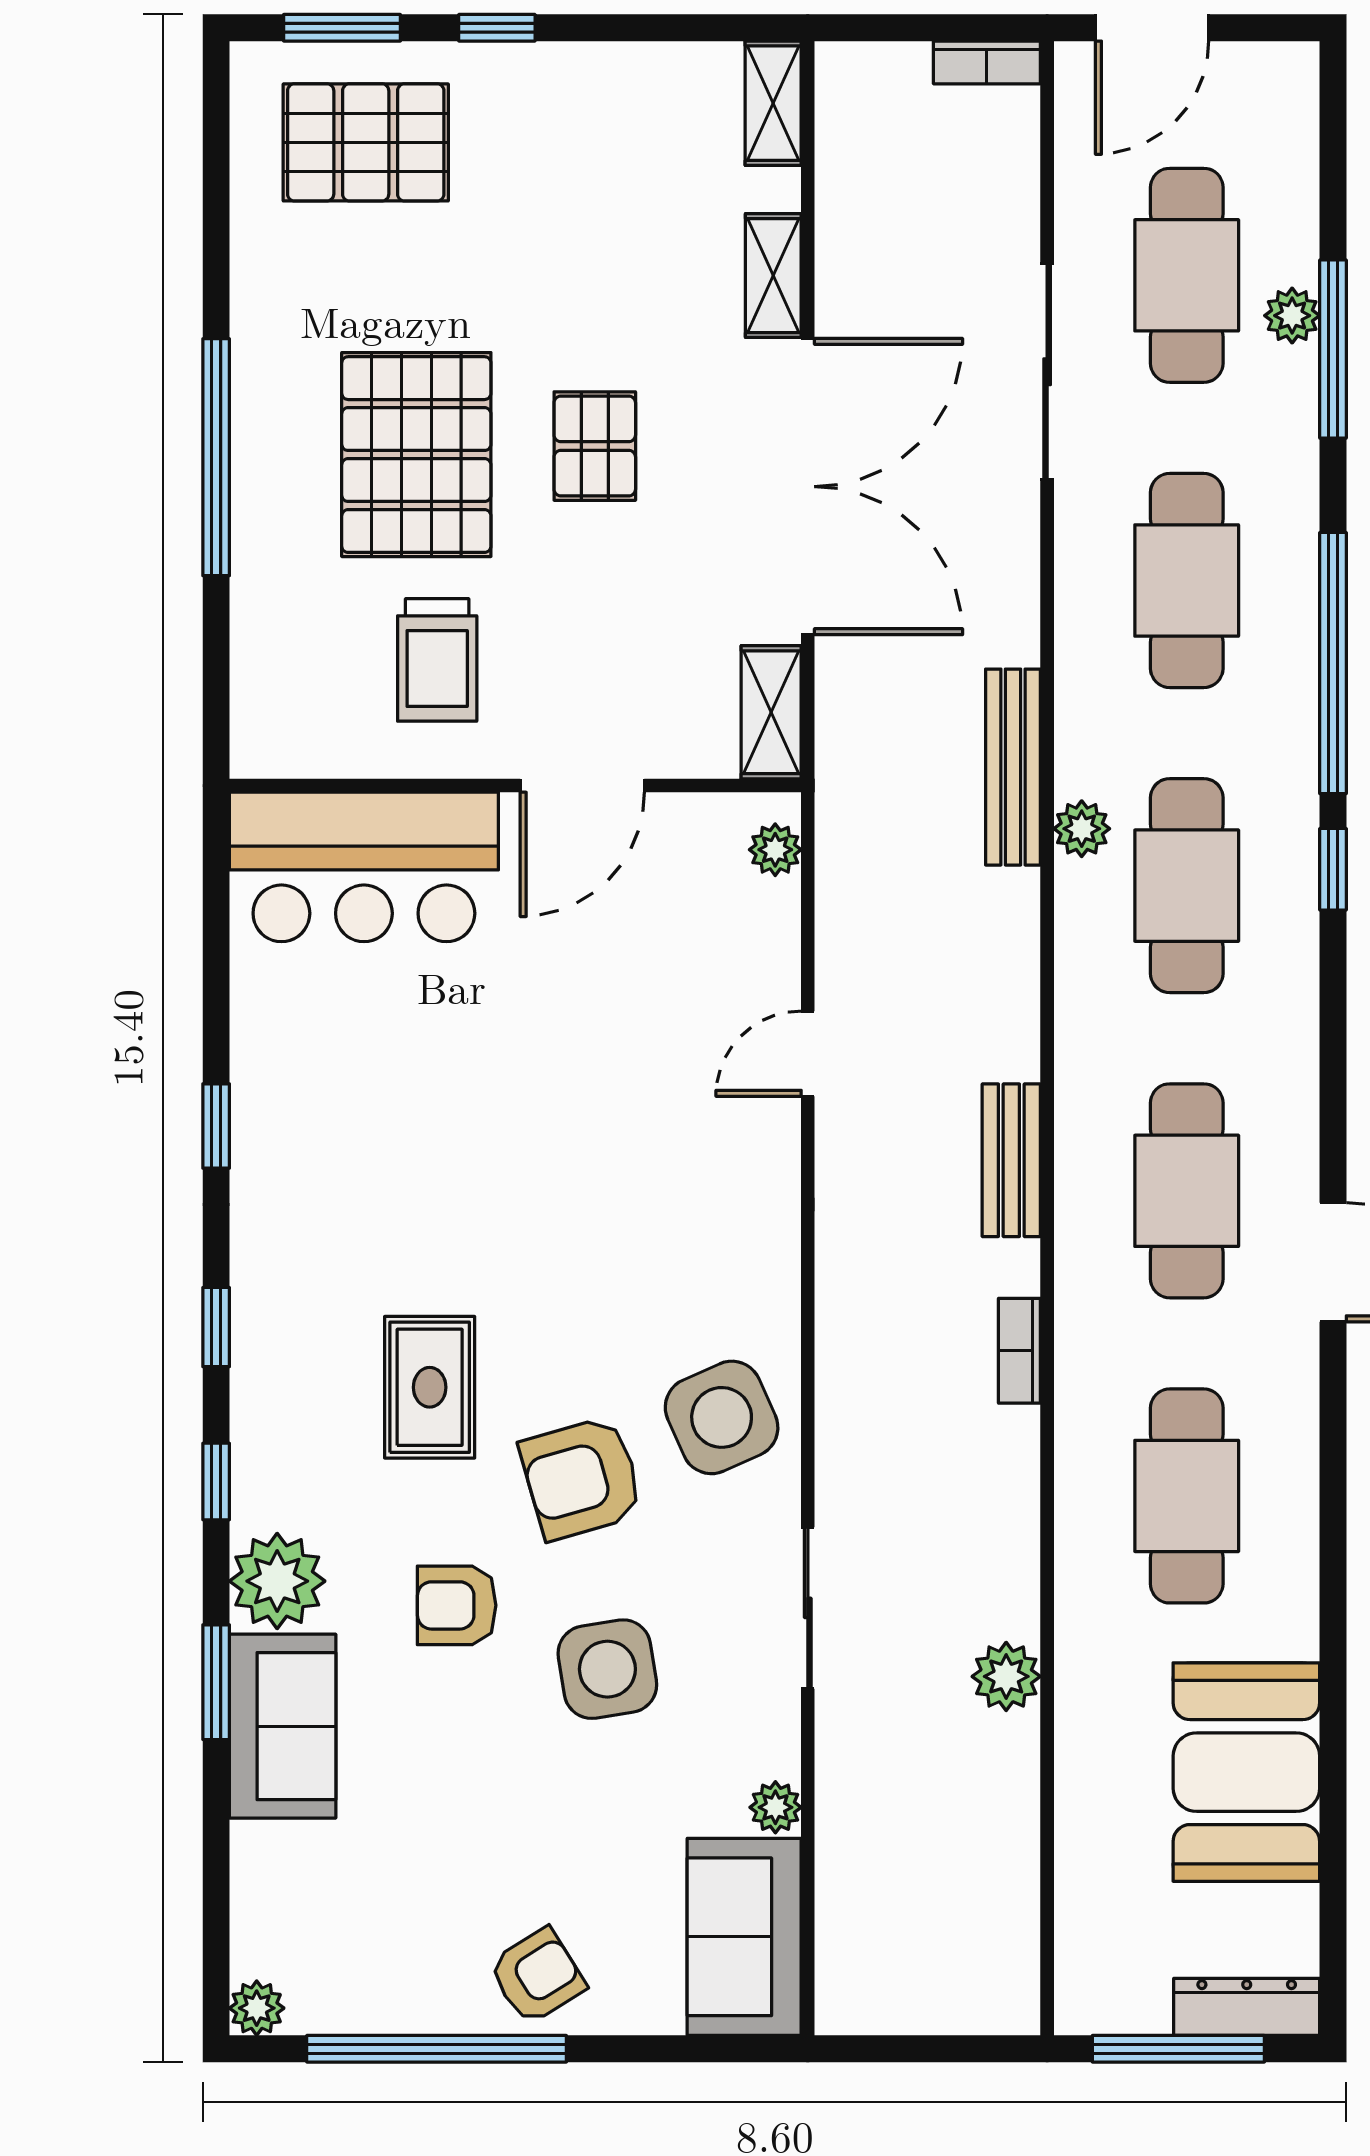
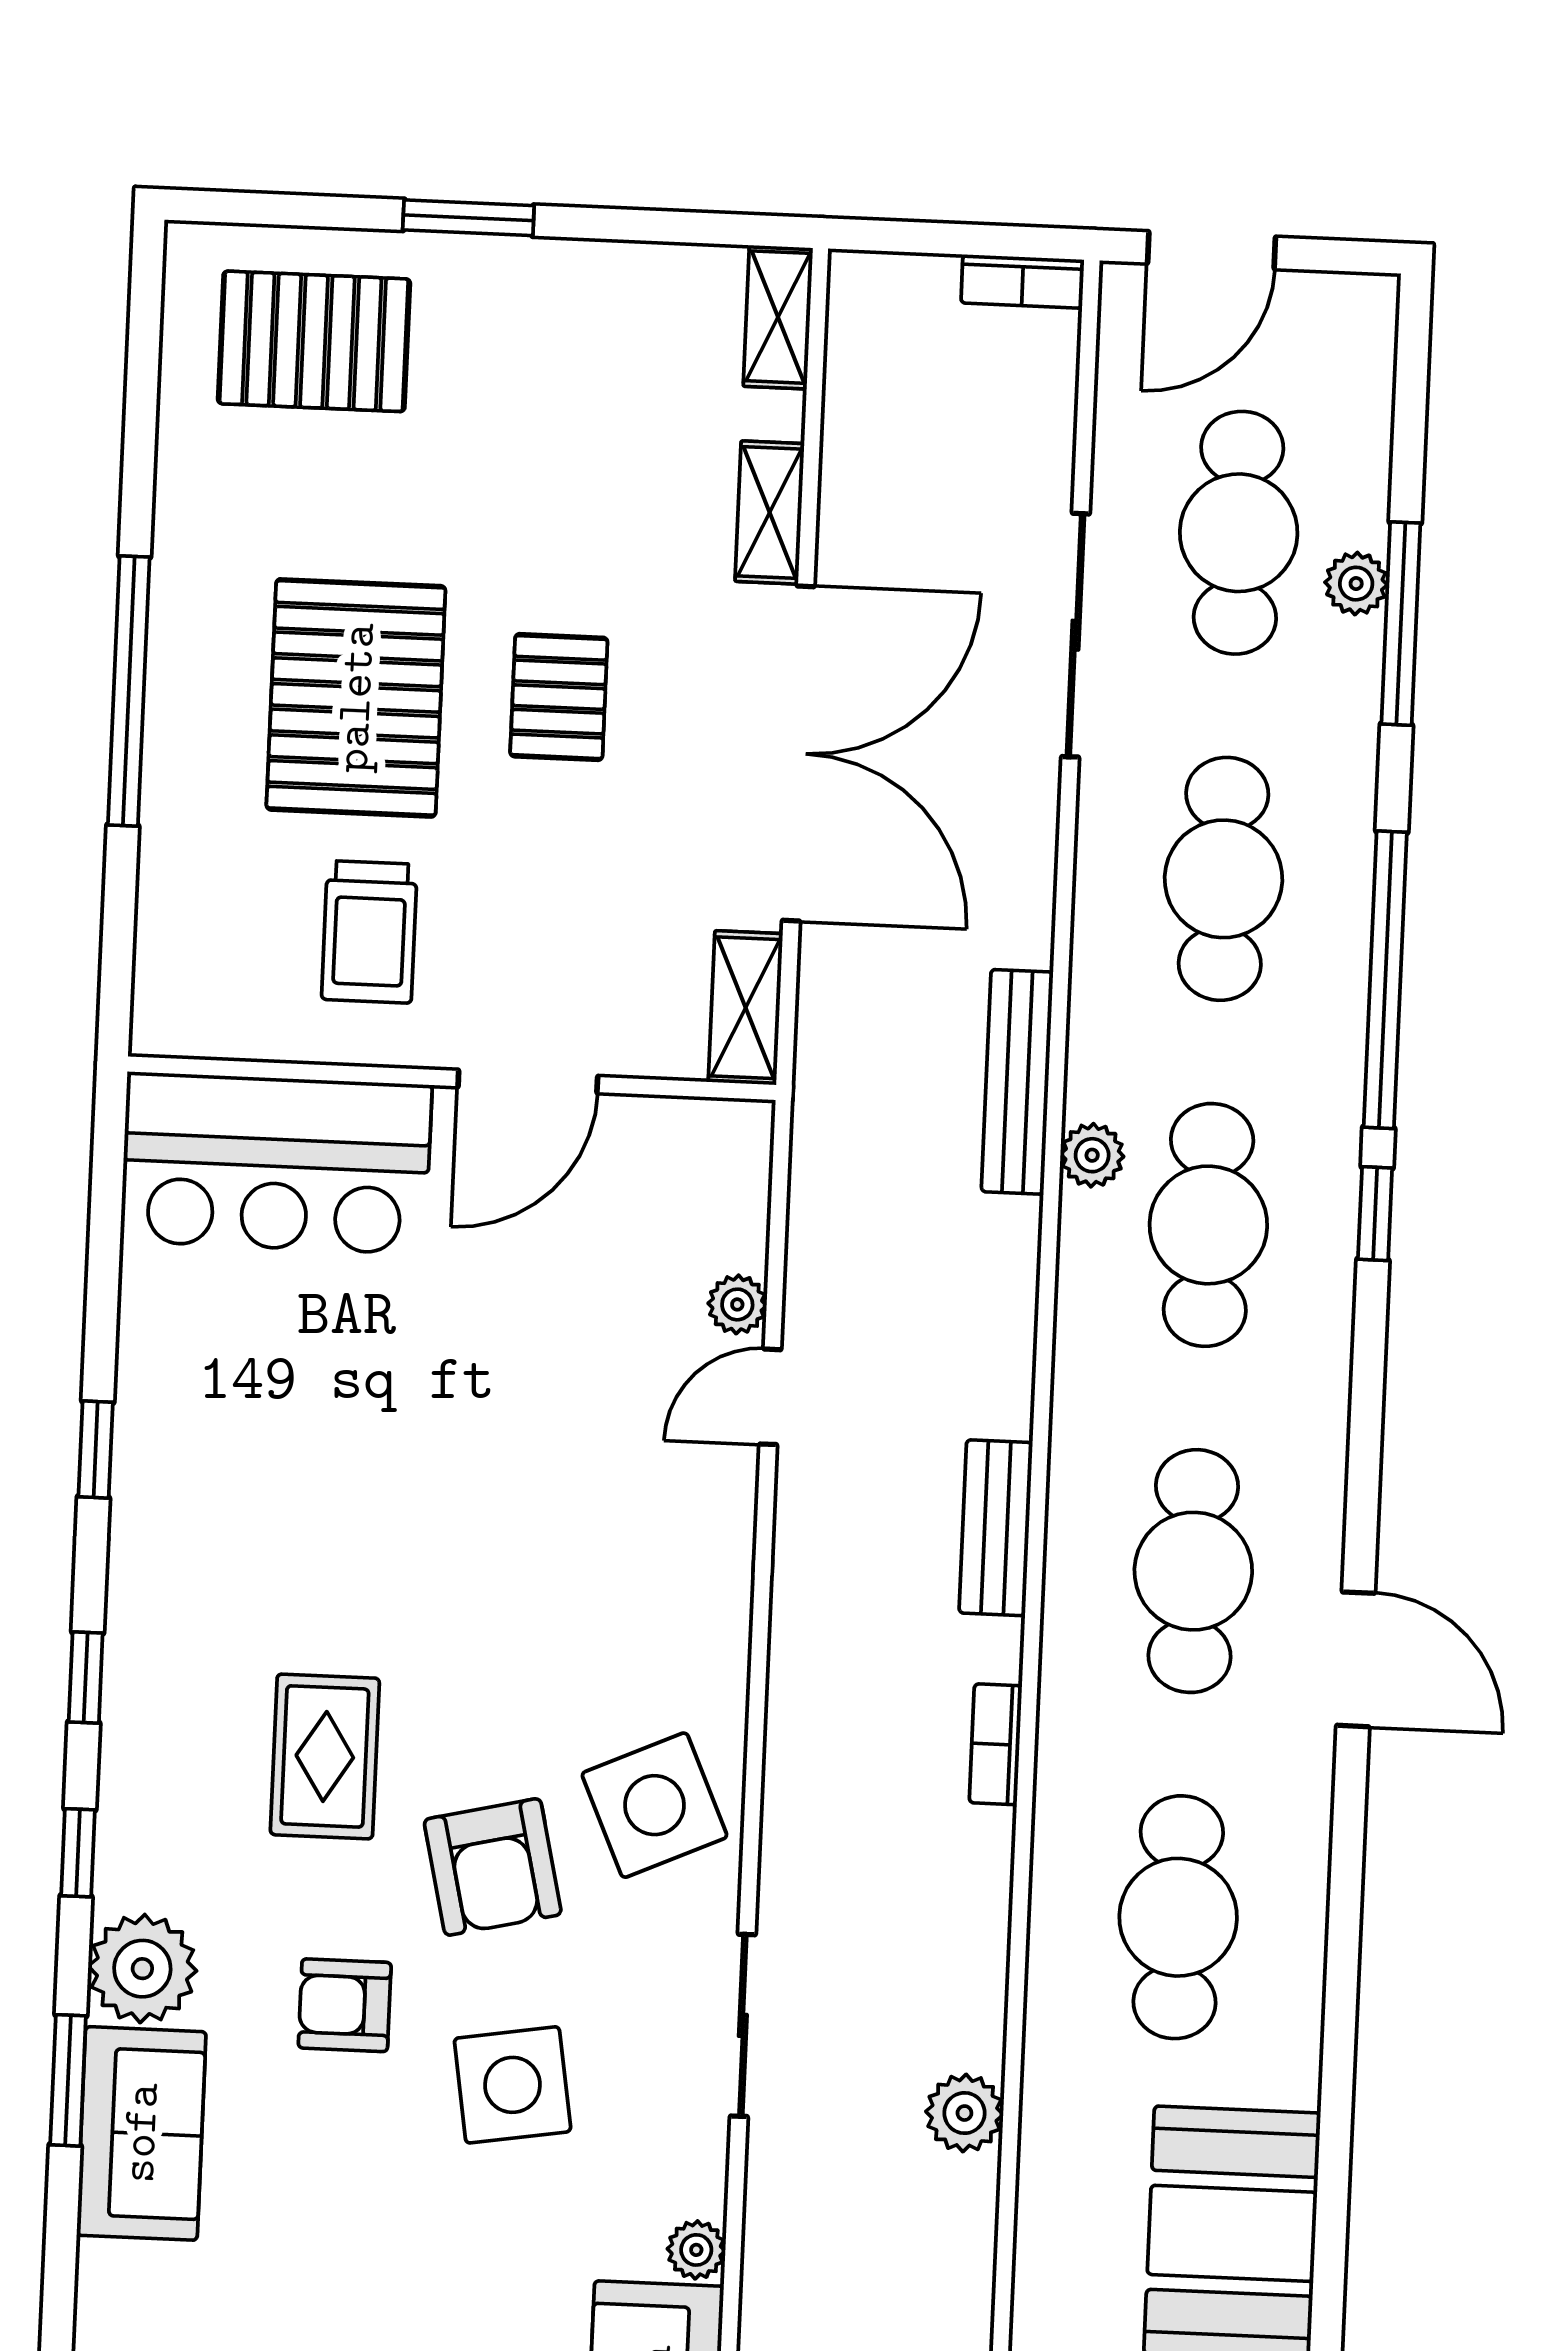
window: (342, 28) -> (293, 210), removed
window: (497, 28) -> (468, 218), width x1.50
plant: (775, 850) -> (737, 1304), moved
armchair: (582, 1478) -> (493, 1867), turned -87

